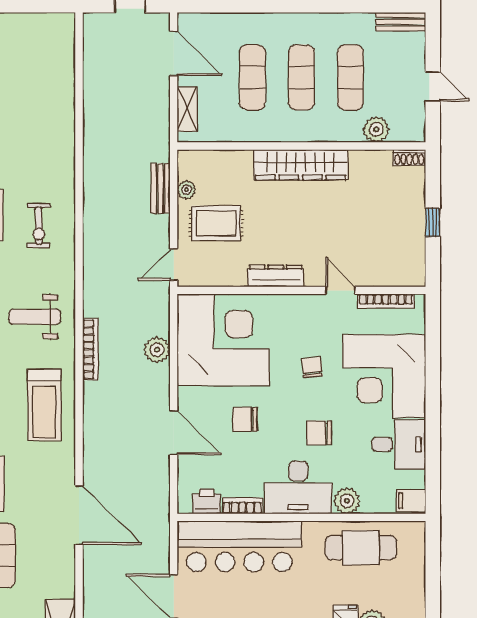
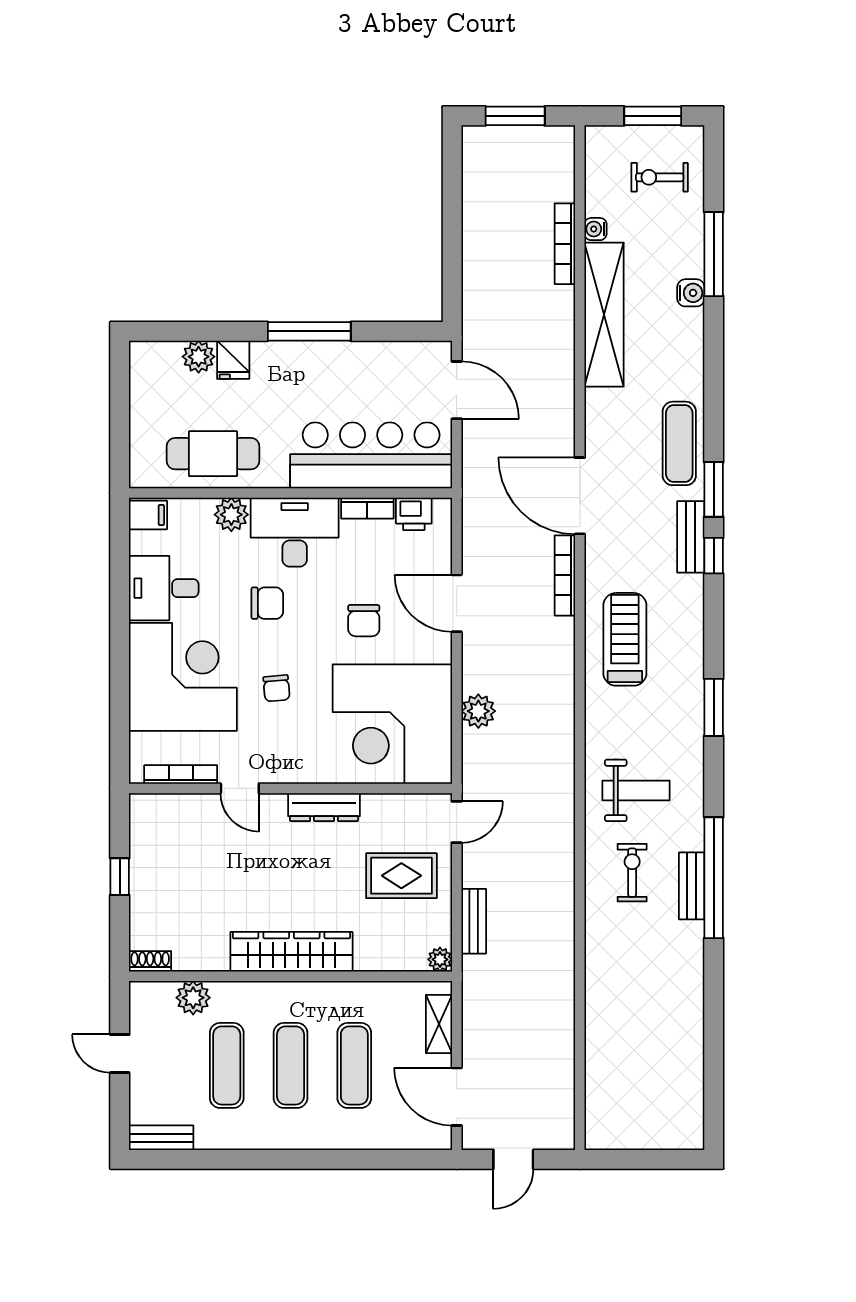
plant: (186, 190) -> (440, 959), moved
weight bench: (35, 317) -> (636, 790), moved
bookcase: (90, 349) -> (565, 575), moved
chair: (245, 419) -> (364, 621), turned 90

